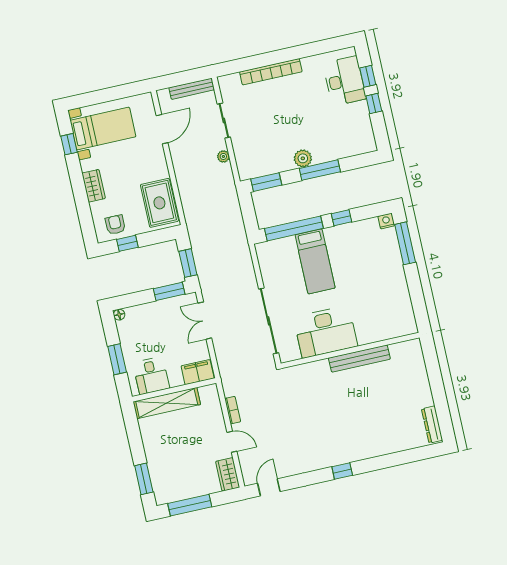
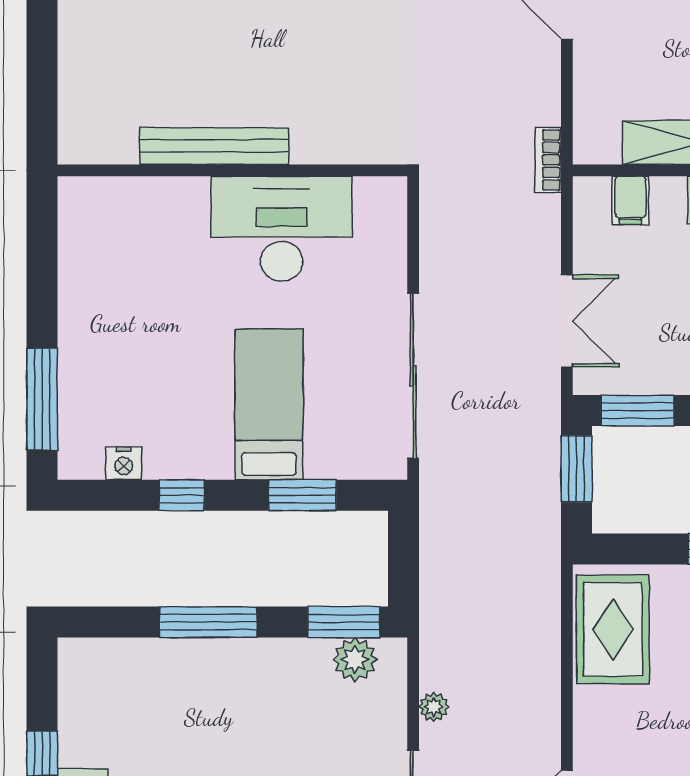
plant: (303, 158) -> (355, 659), moved
nightstand: (386, 221) -> (124, 463), moved
window: (294, 228) -> (302, 495), width x0.47
sliding door: (269, 321) -> (413, 376), moved
filing cabinet: (198, 372) -> (630, 200), width x0.50
bookcase: (233, 410) -> (548, 160), moved

